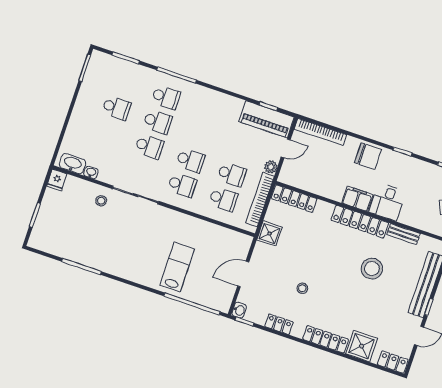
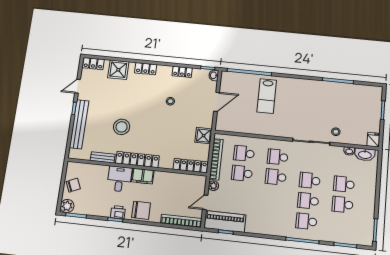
school desk: (108, 133) -> (344, 184), added
chair: (368, 156) -> (141, 210), turned 180
printer: (397, 160) -> (118, 212), added
locker: (326, 339) -> (146, 69), width x0.66

